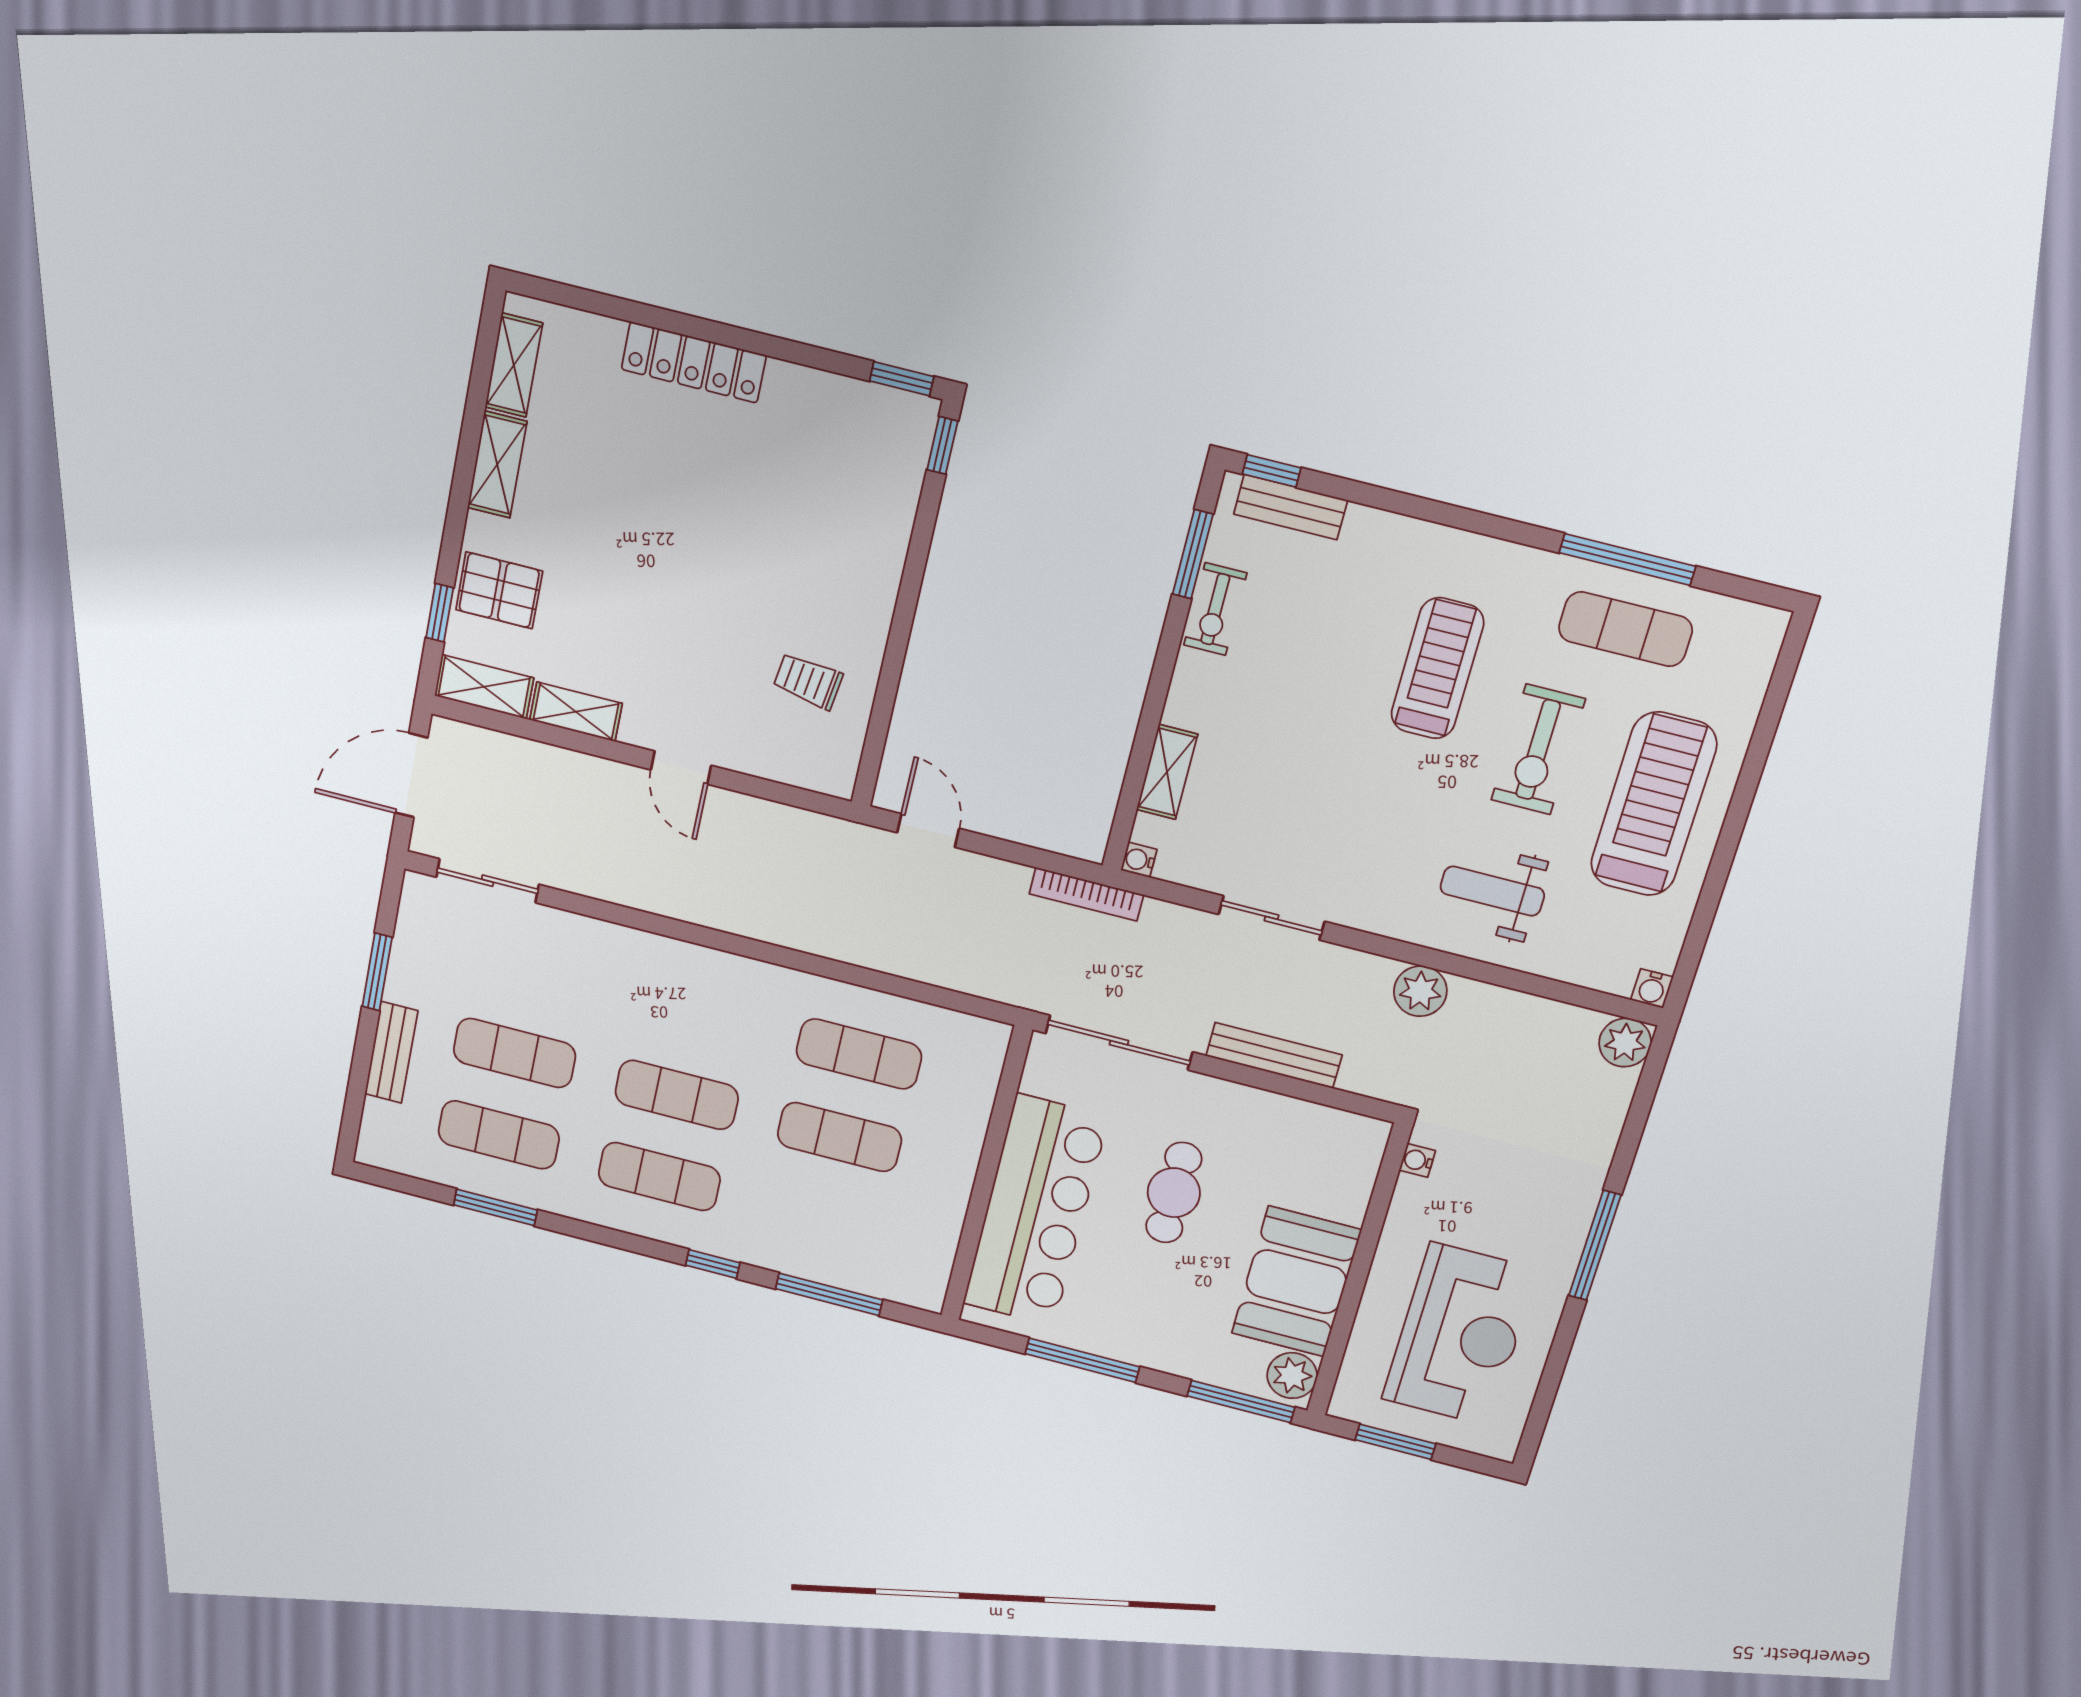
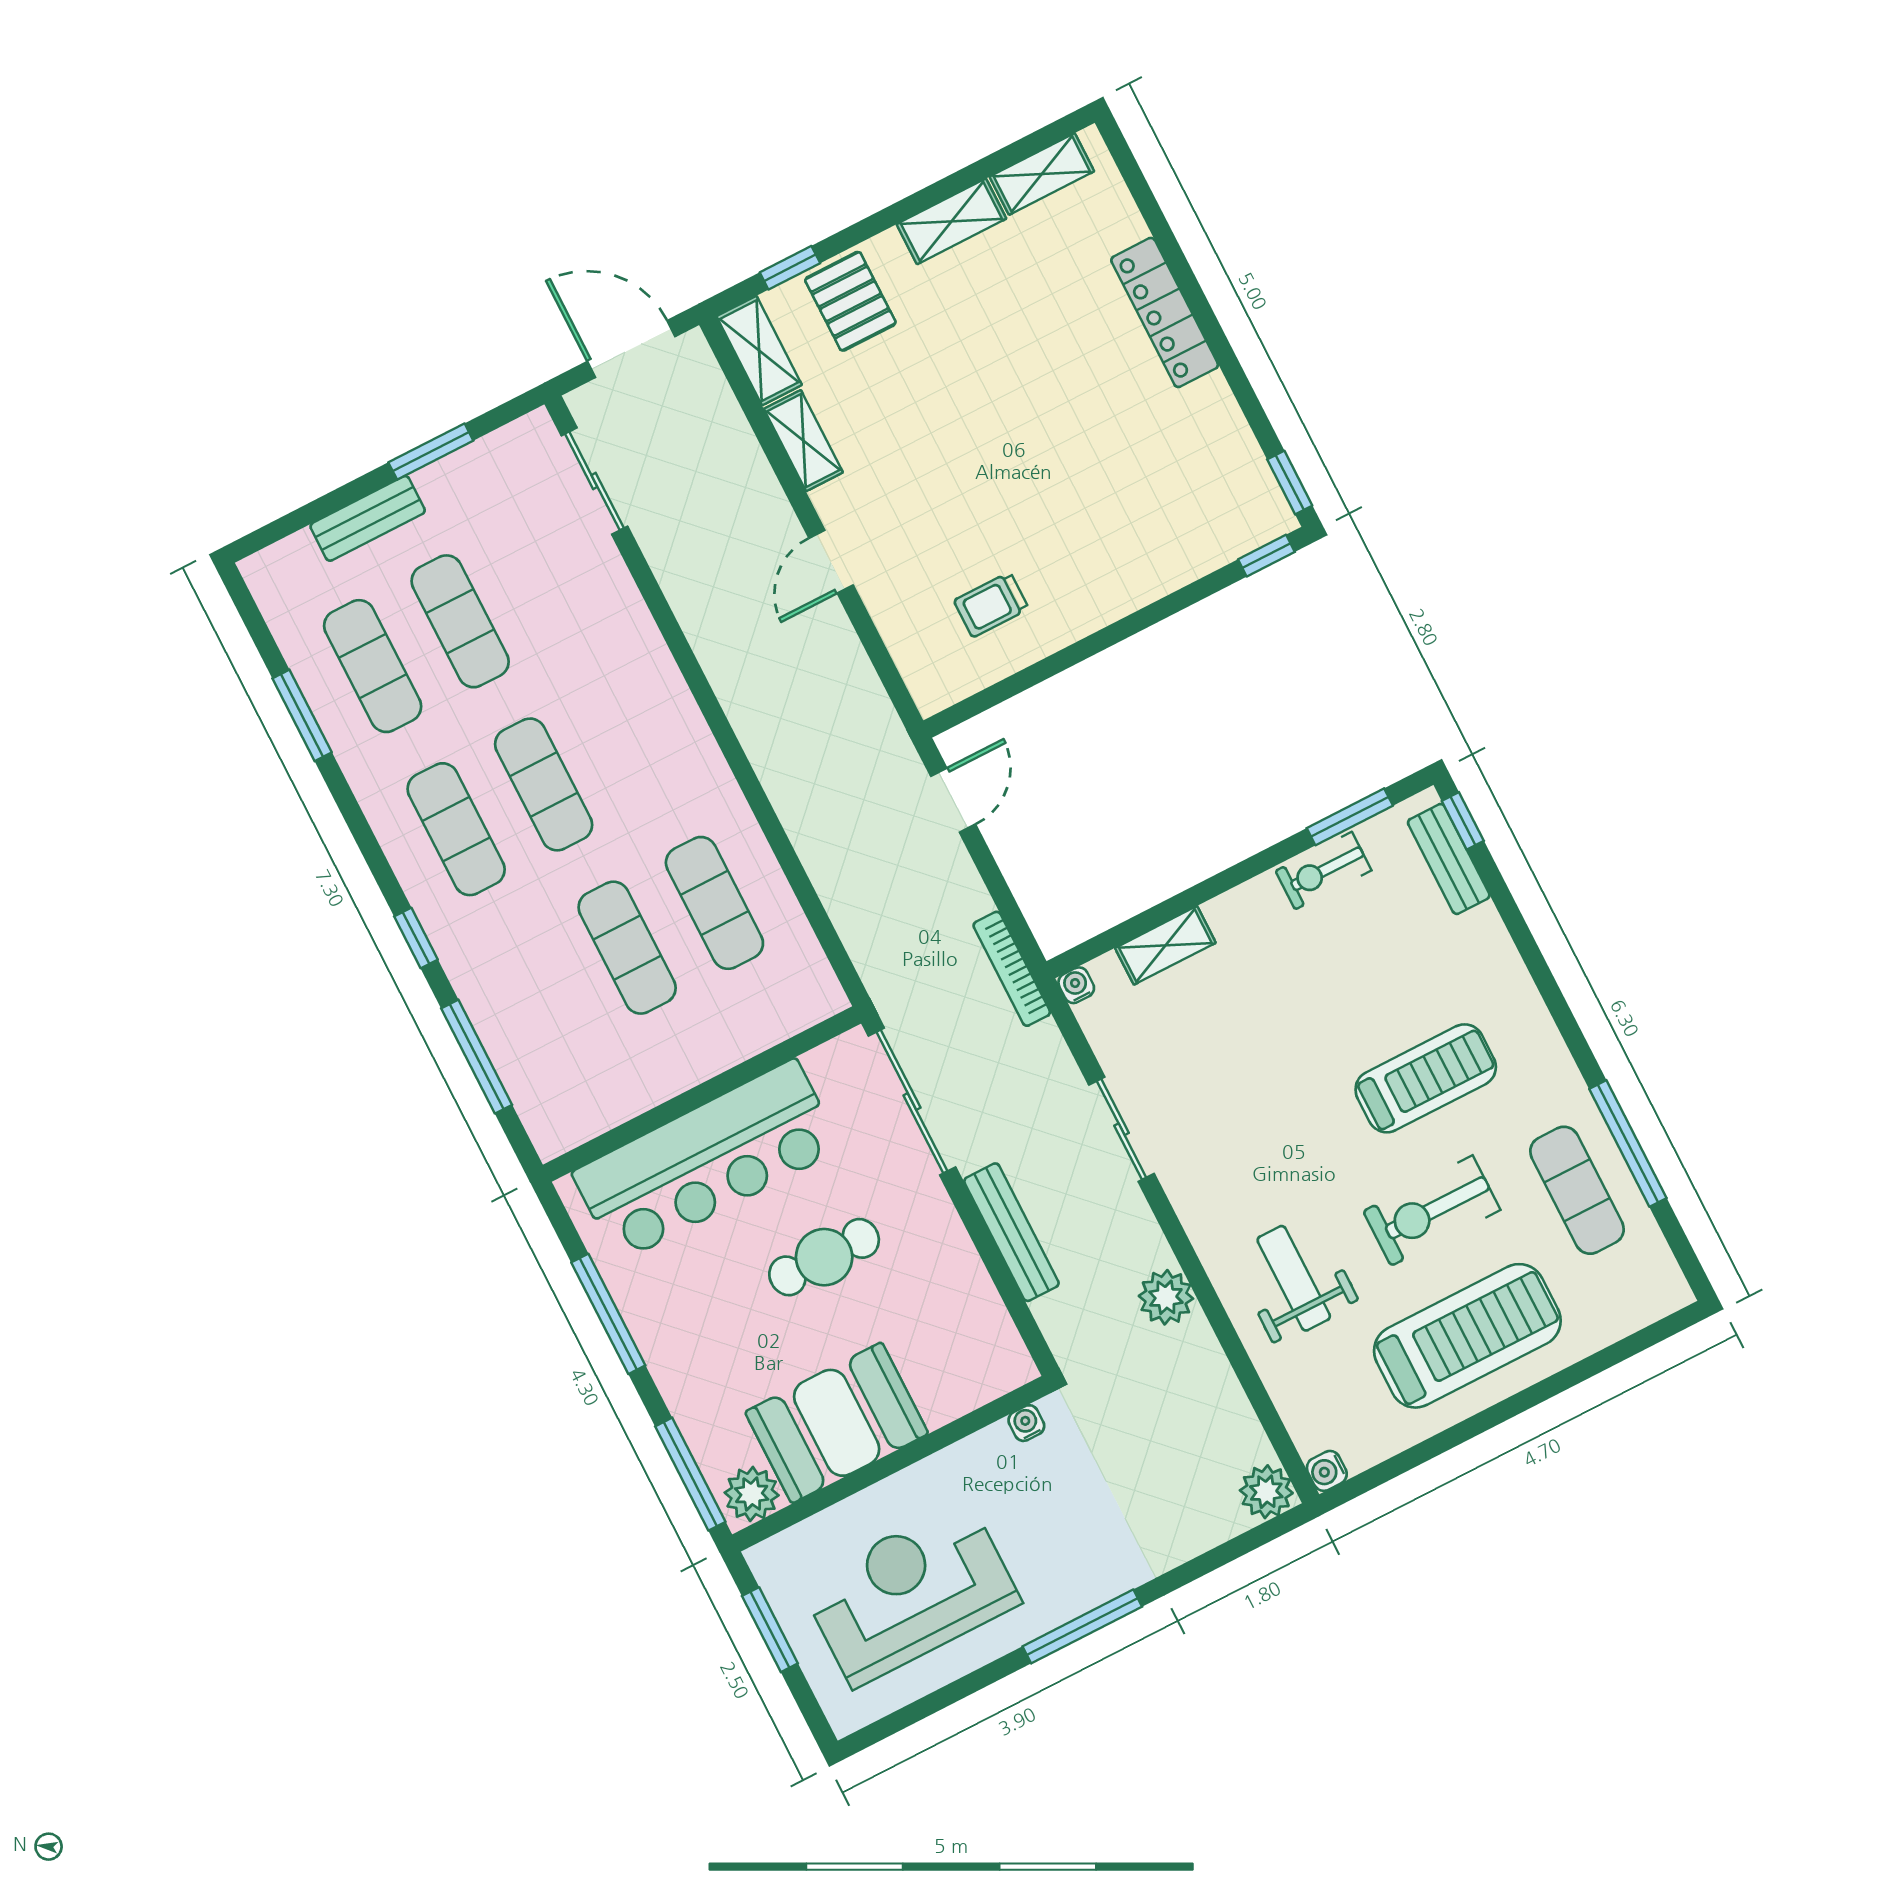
trolley: (808, 681) -> (991, 605), turned -98
reception desk: (1460, 1335) -> (910, 1593), turned 180

